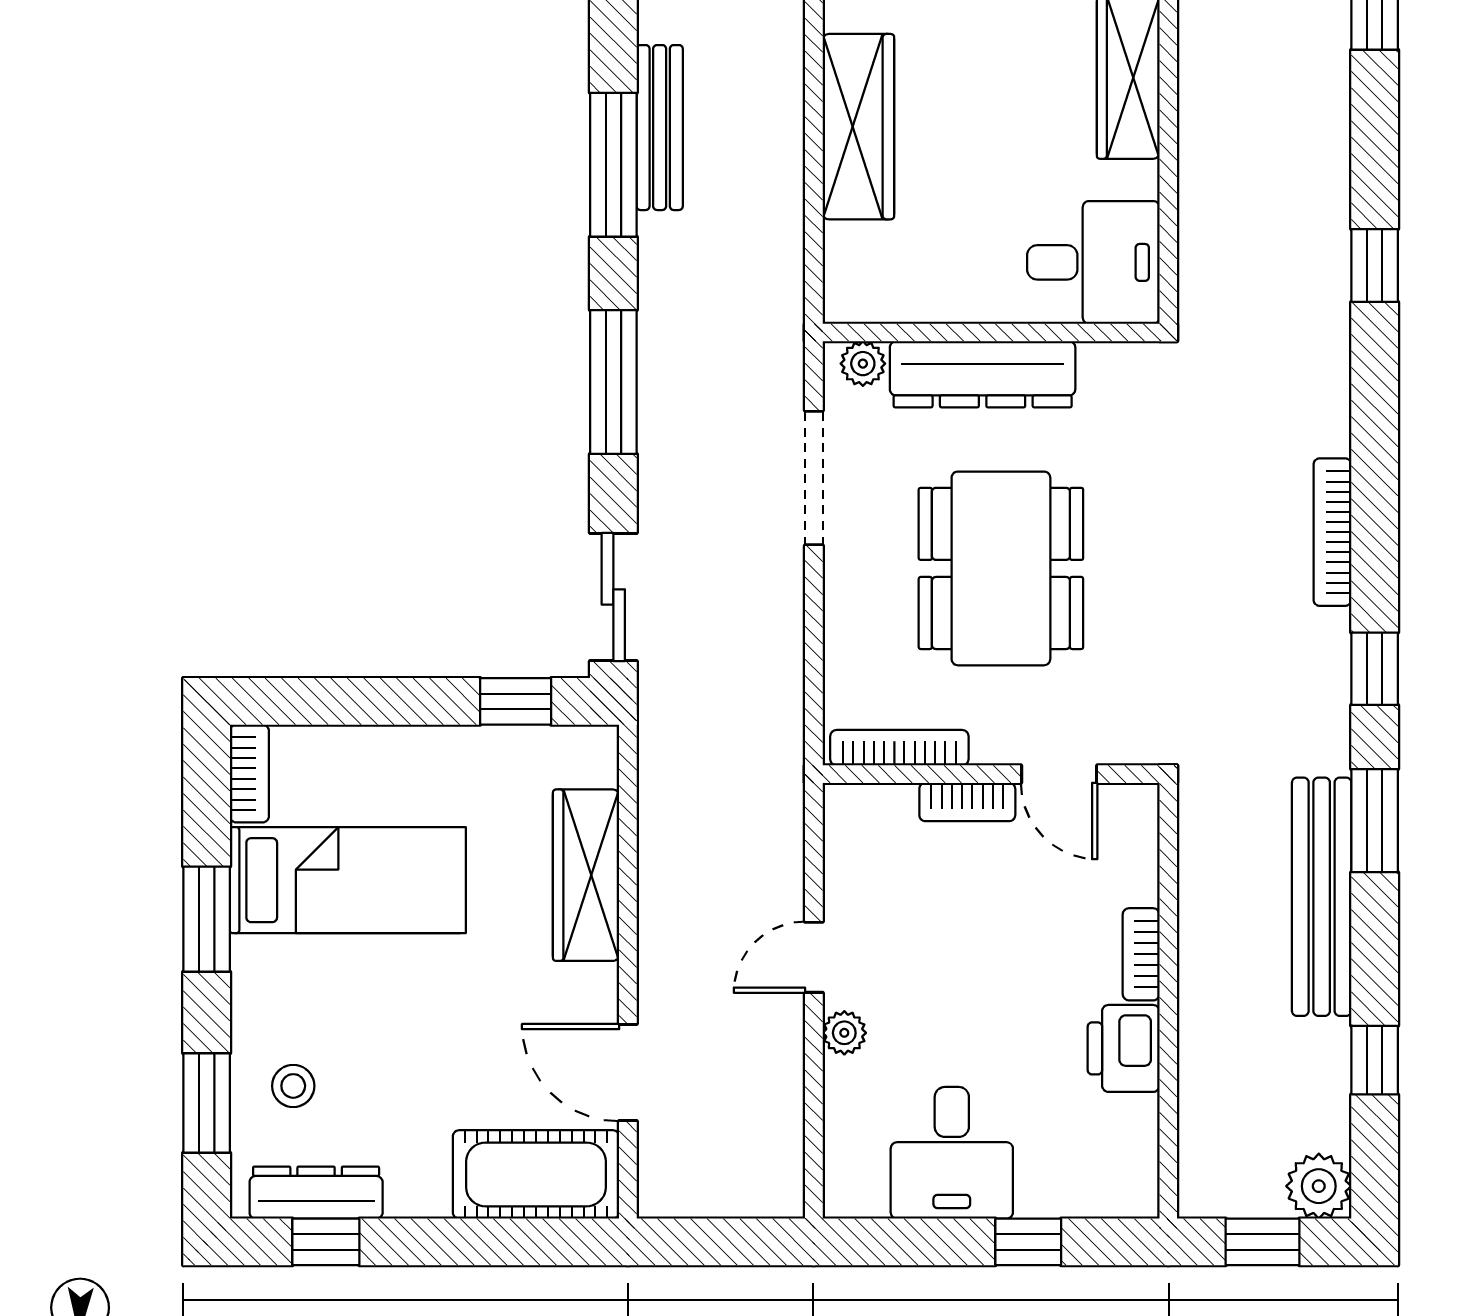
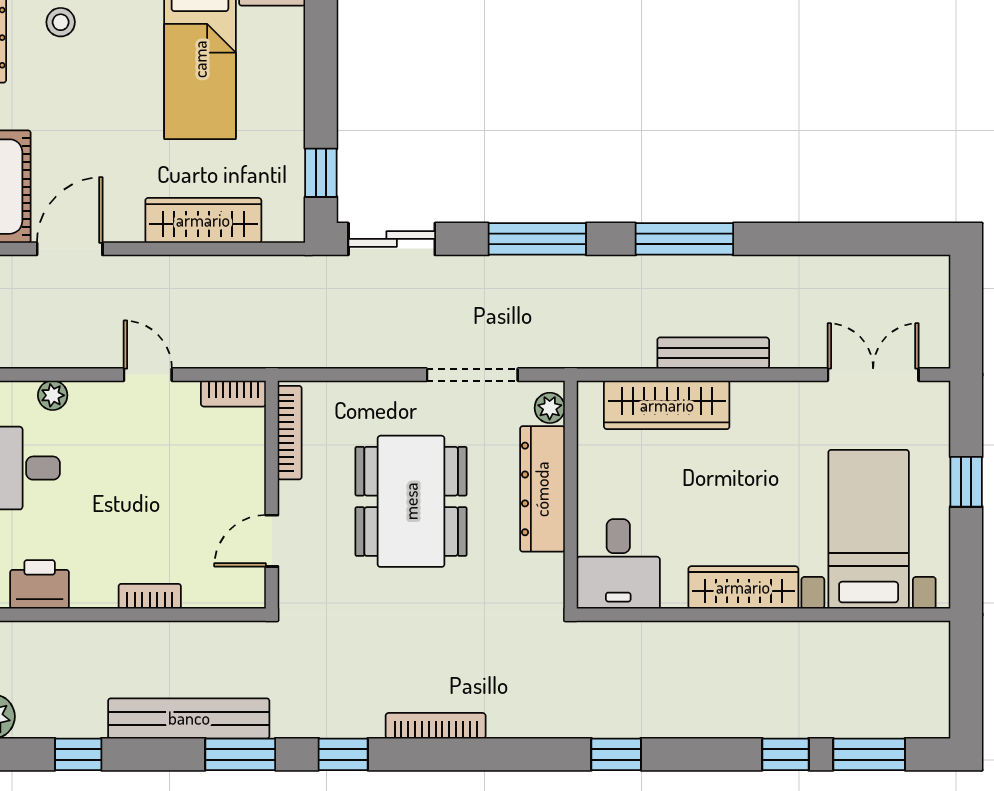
wardrobe: (858, 127) -> (667, 405), moved
bench: (660, 128) -> (713, 353), moved
dining table: (1001, 568) -> (411, 501), turned 90
bookcase: (967, 802) -> (233, 394), moved, turned -90
plant: (844, 1033) -> (53, 395), moved
printer: (1124, 1048) -> (40, 584), moved

